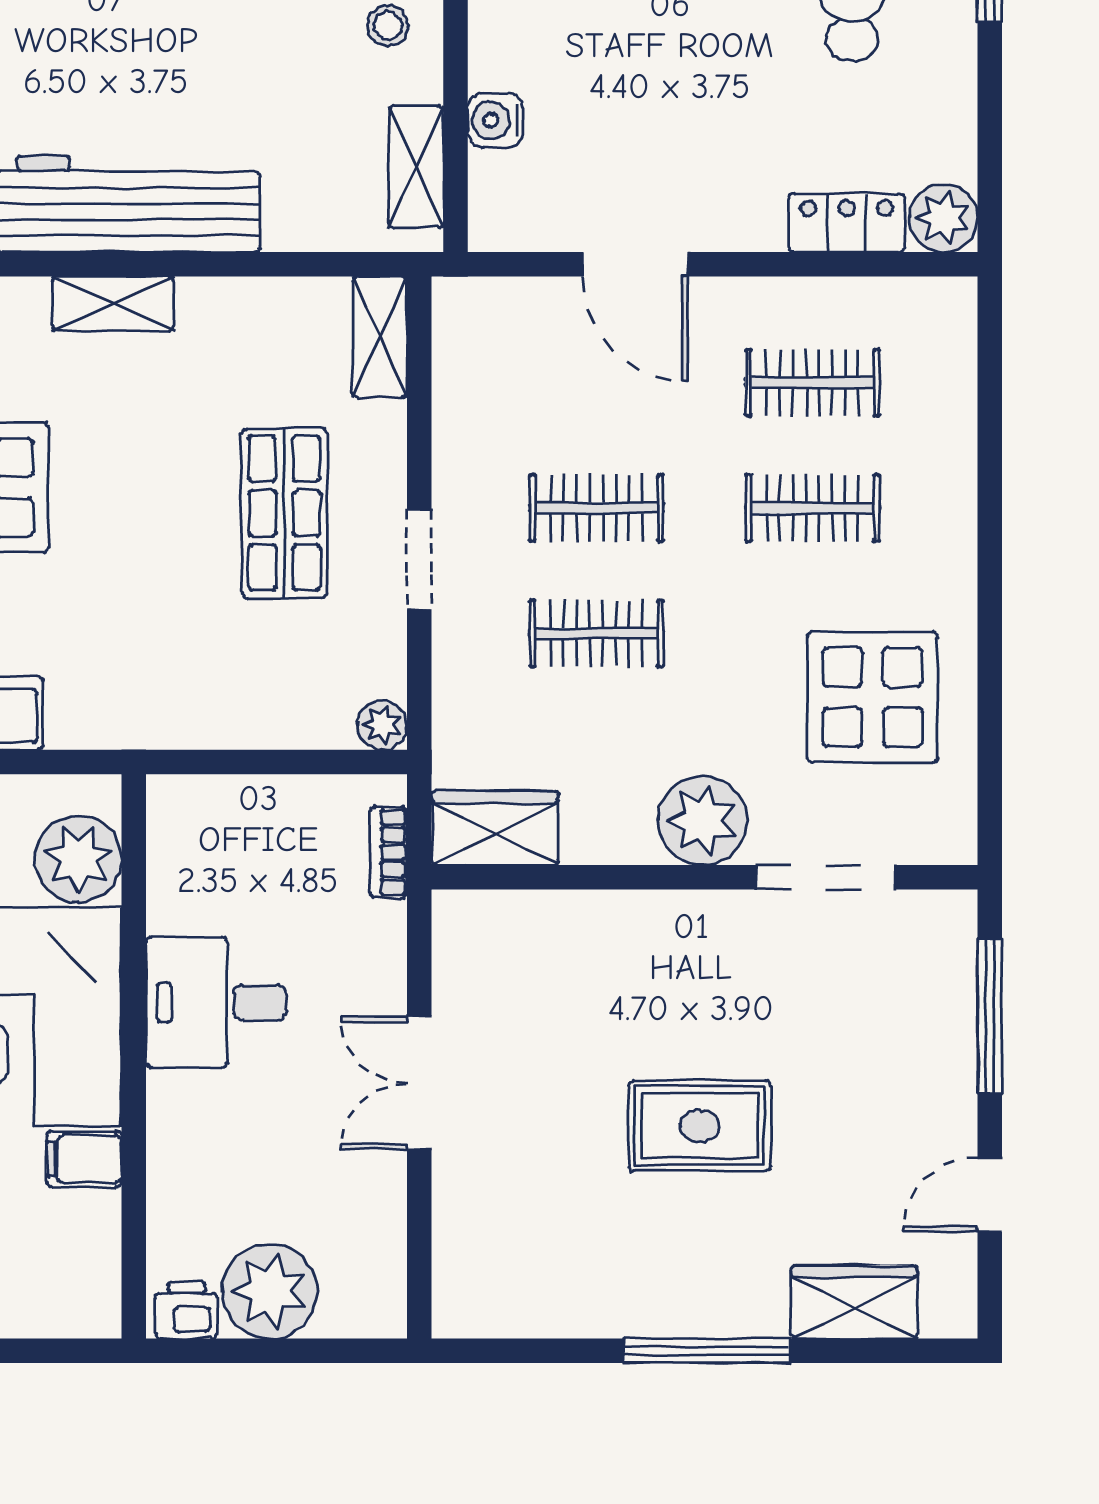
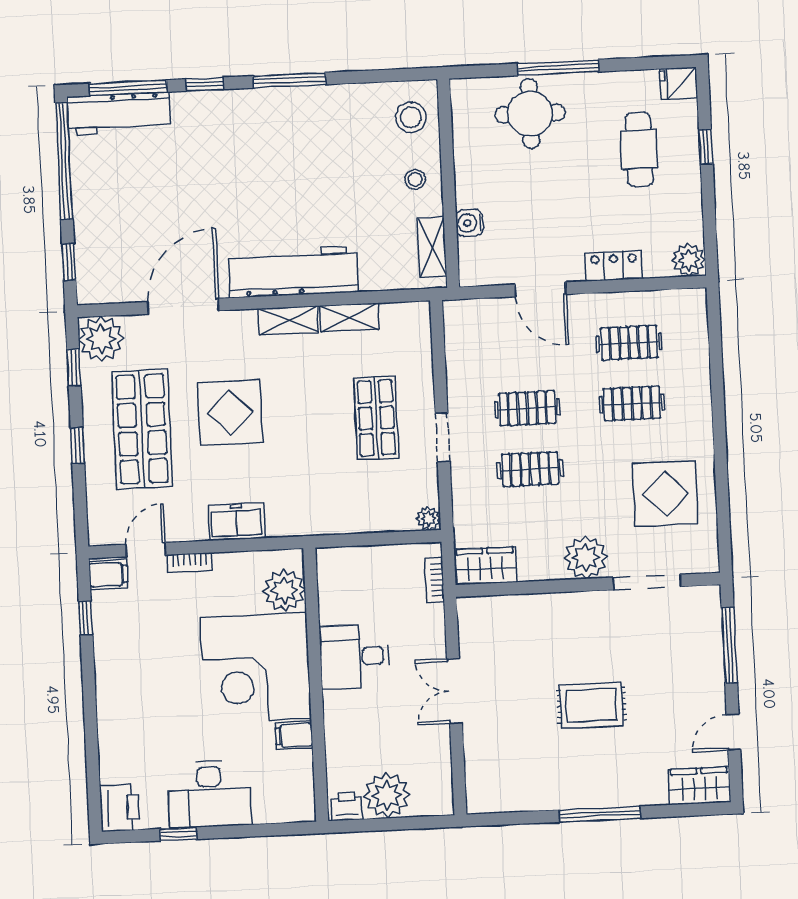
locker: (847, 223) -> (614, 266), moved
shelving: (380, 337) -> (350, 318), moved, turned 90
wardrobe: (854, 1302) -> (699, 786), moved

